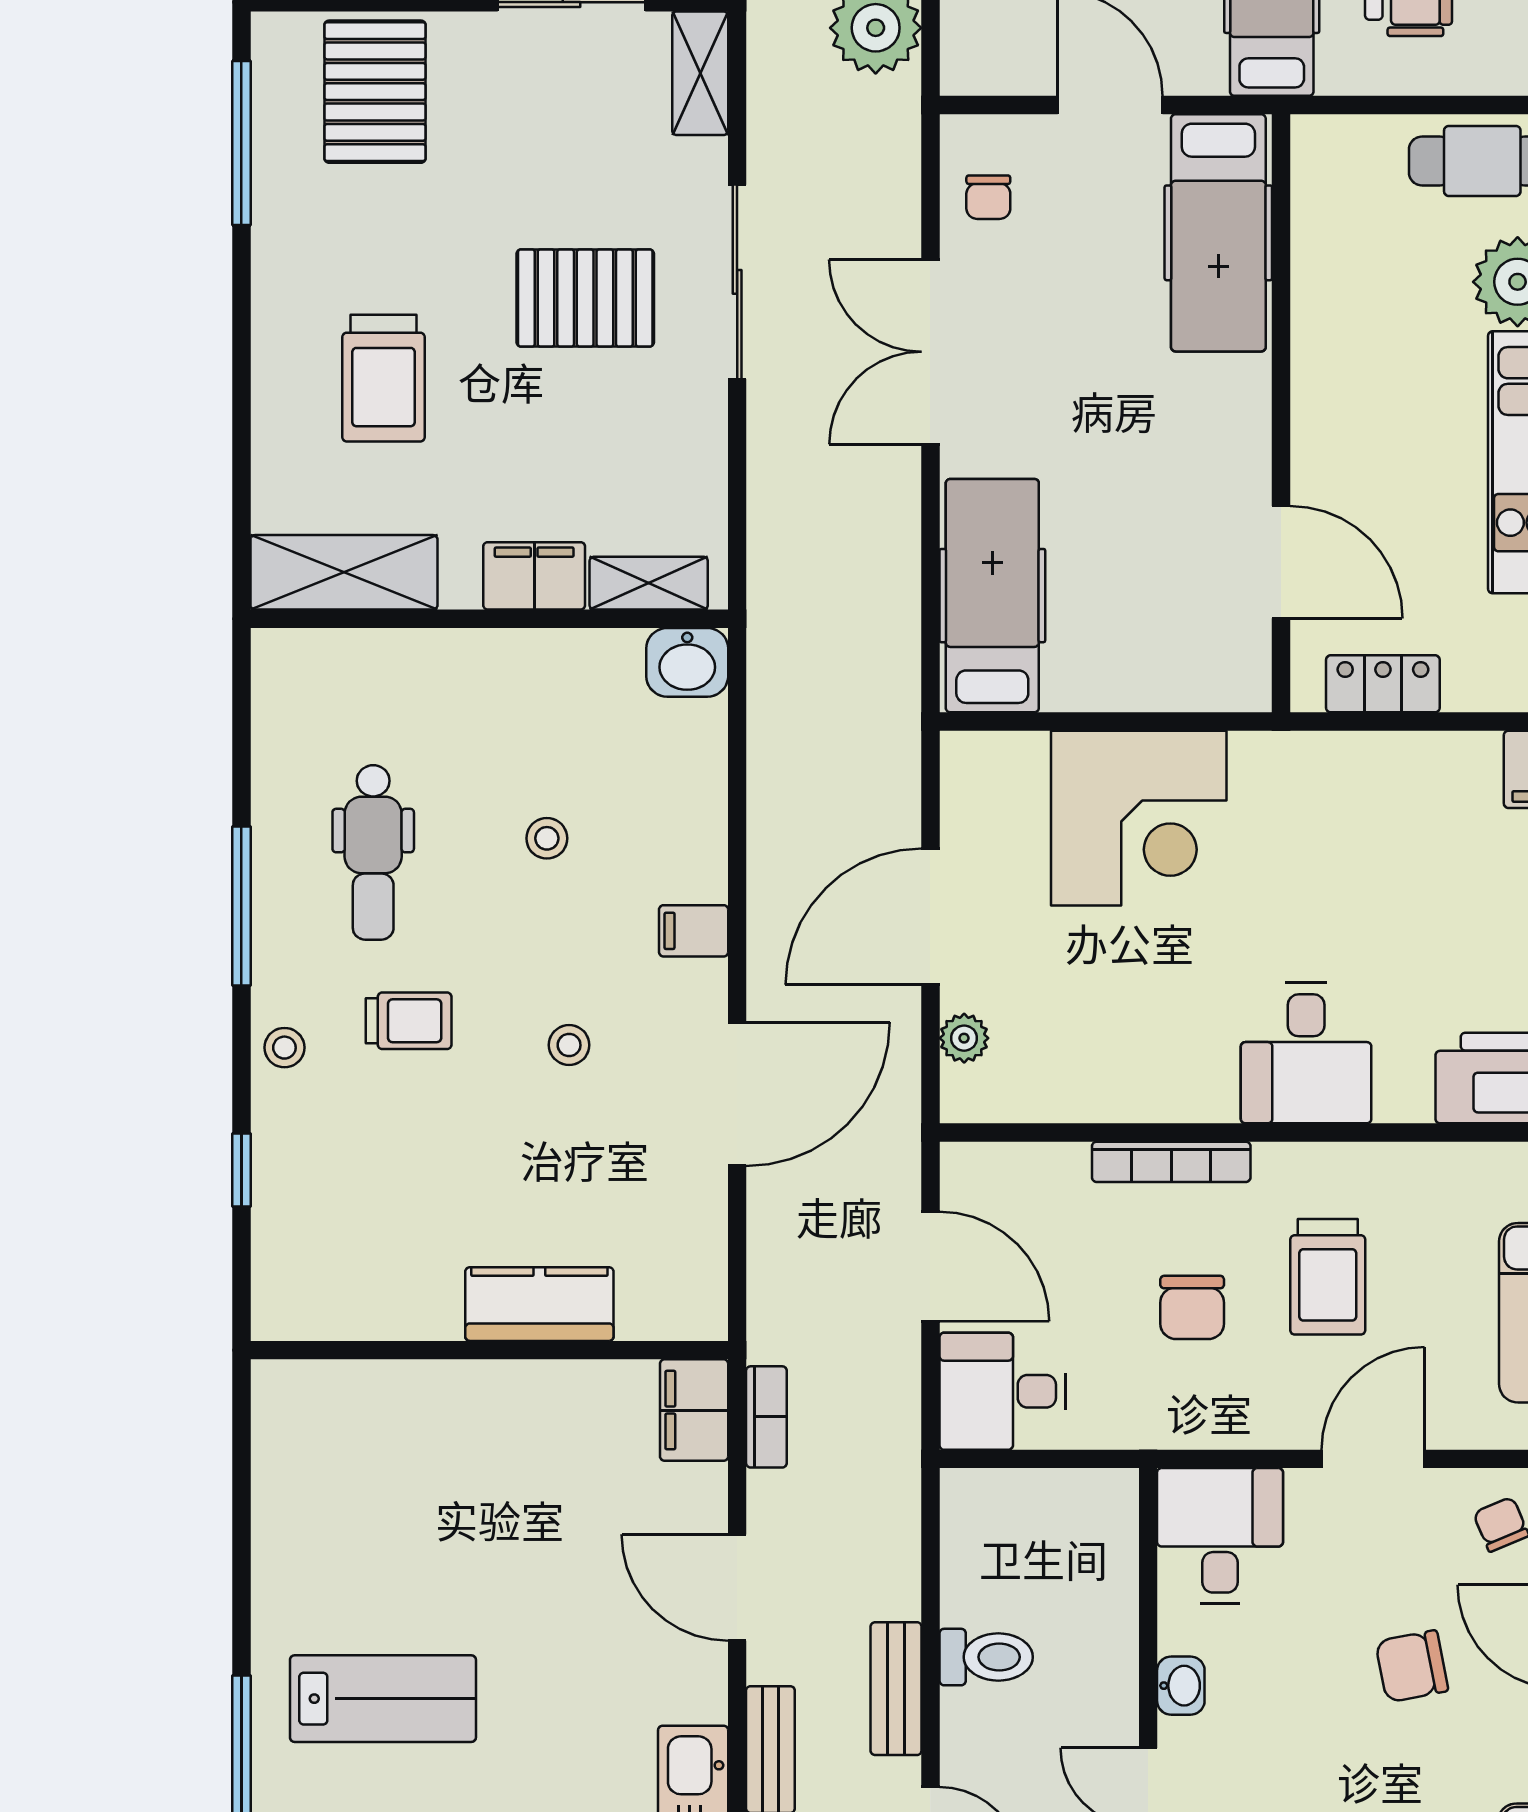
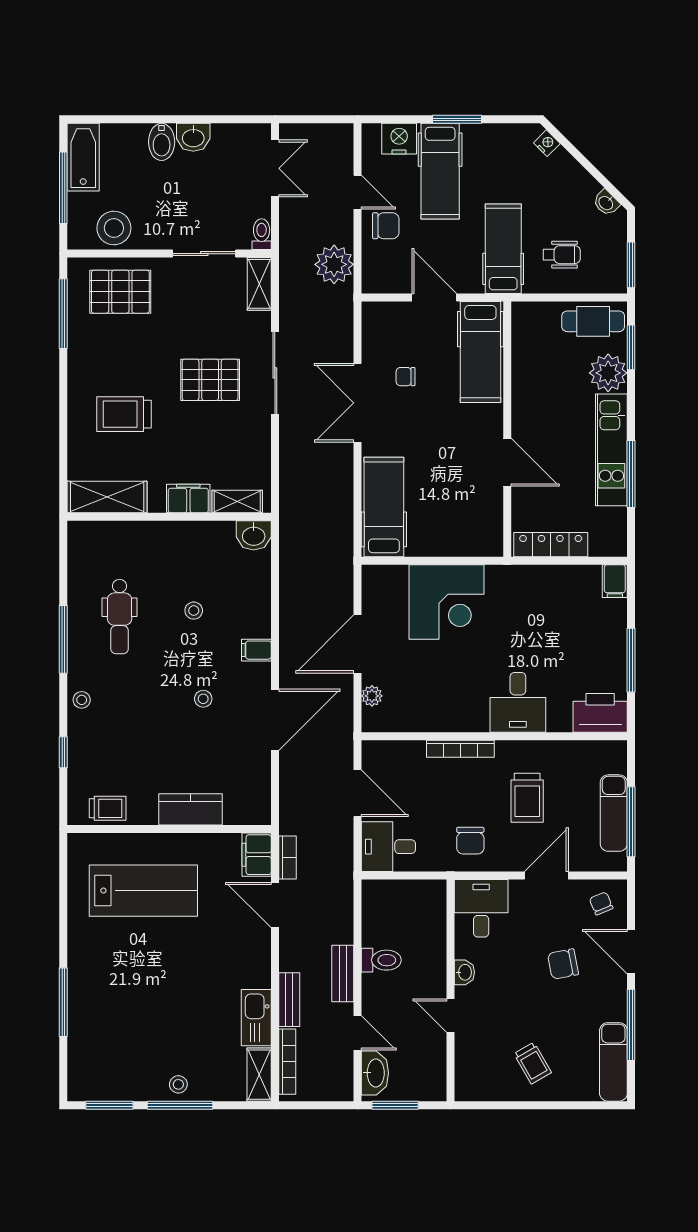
pallet: (375, 92) -> (120, 292), turned 90
chair: (988, 197) -> (406, 377), moved, turned 90
trolley: (383, 378) -> (124, 414), turned 90
door: (1281, 562) -> (507, 462), moved
locker: (1383, 684) -> (551, 545), width x1.53
trolley: (409, 1021) -> (108, 808), moved
chair: (1192, 1307) -> (470, 841), moved
door: (737, 1588) -> (275, 905), moved
lab bench: (383, 1699) -> (143, 891), moved, width x1.36, depth x1.39

